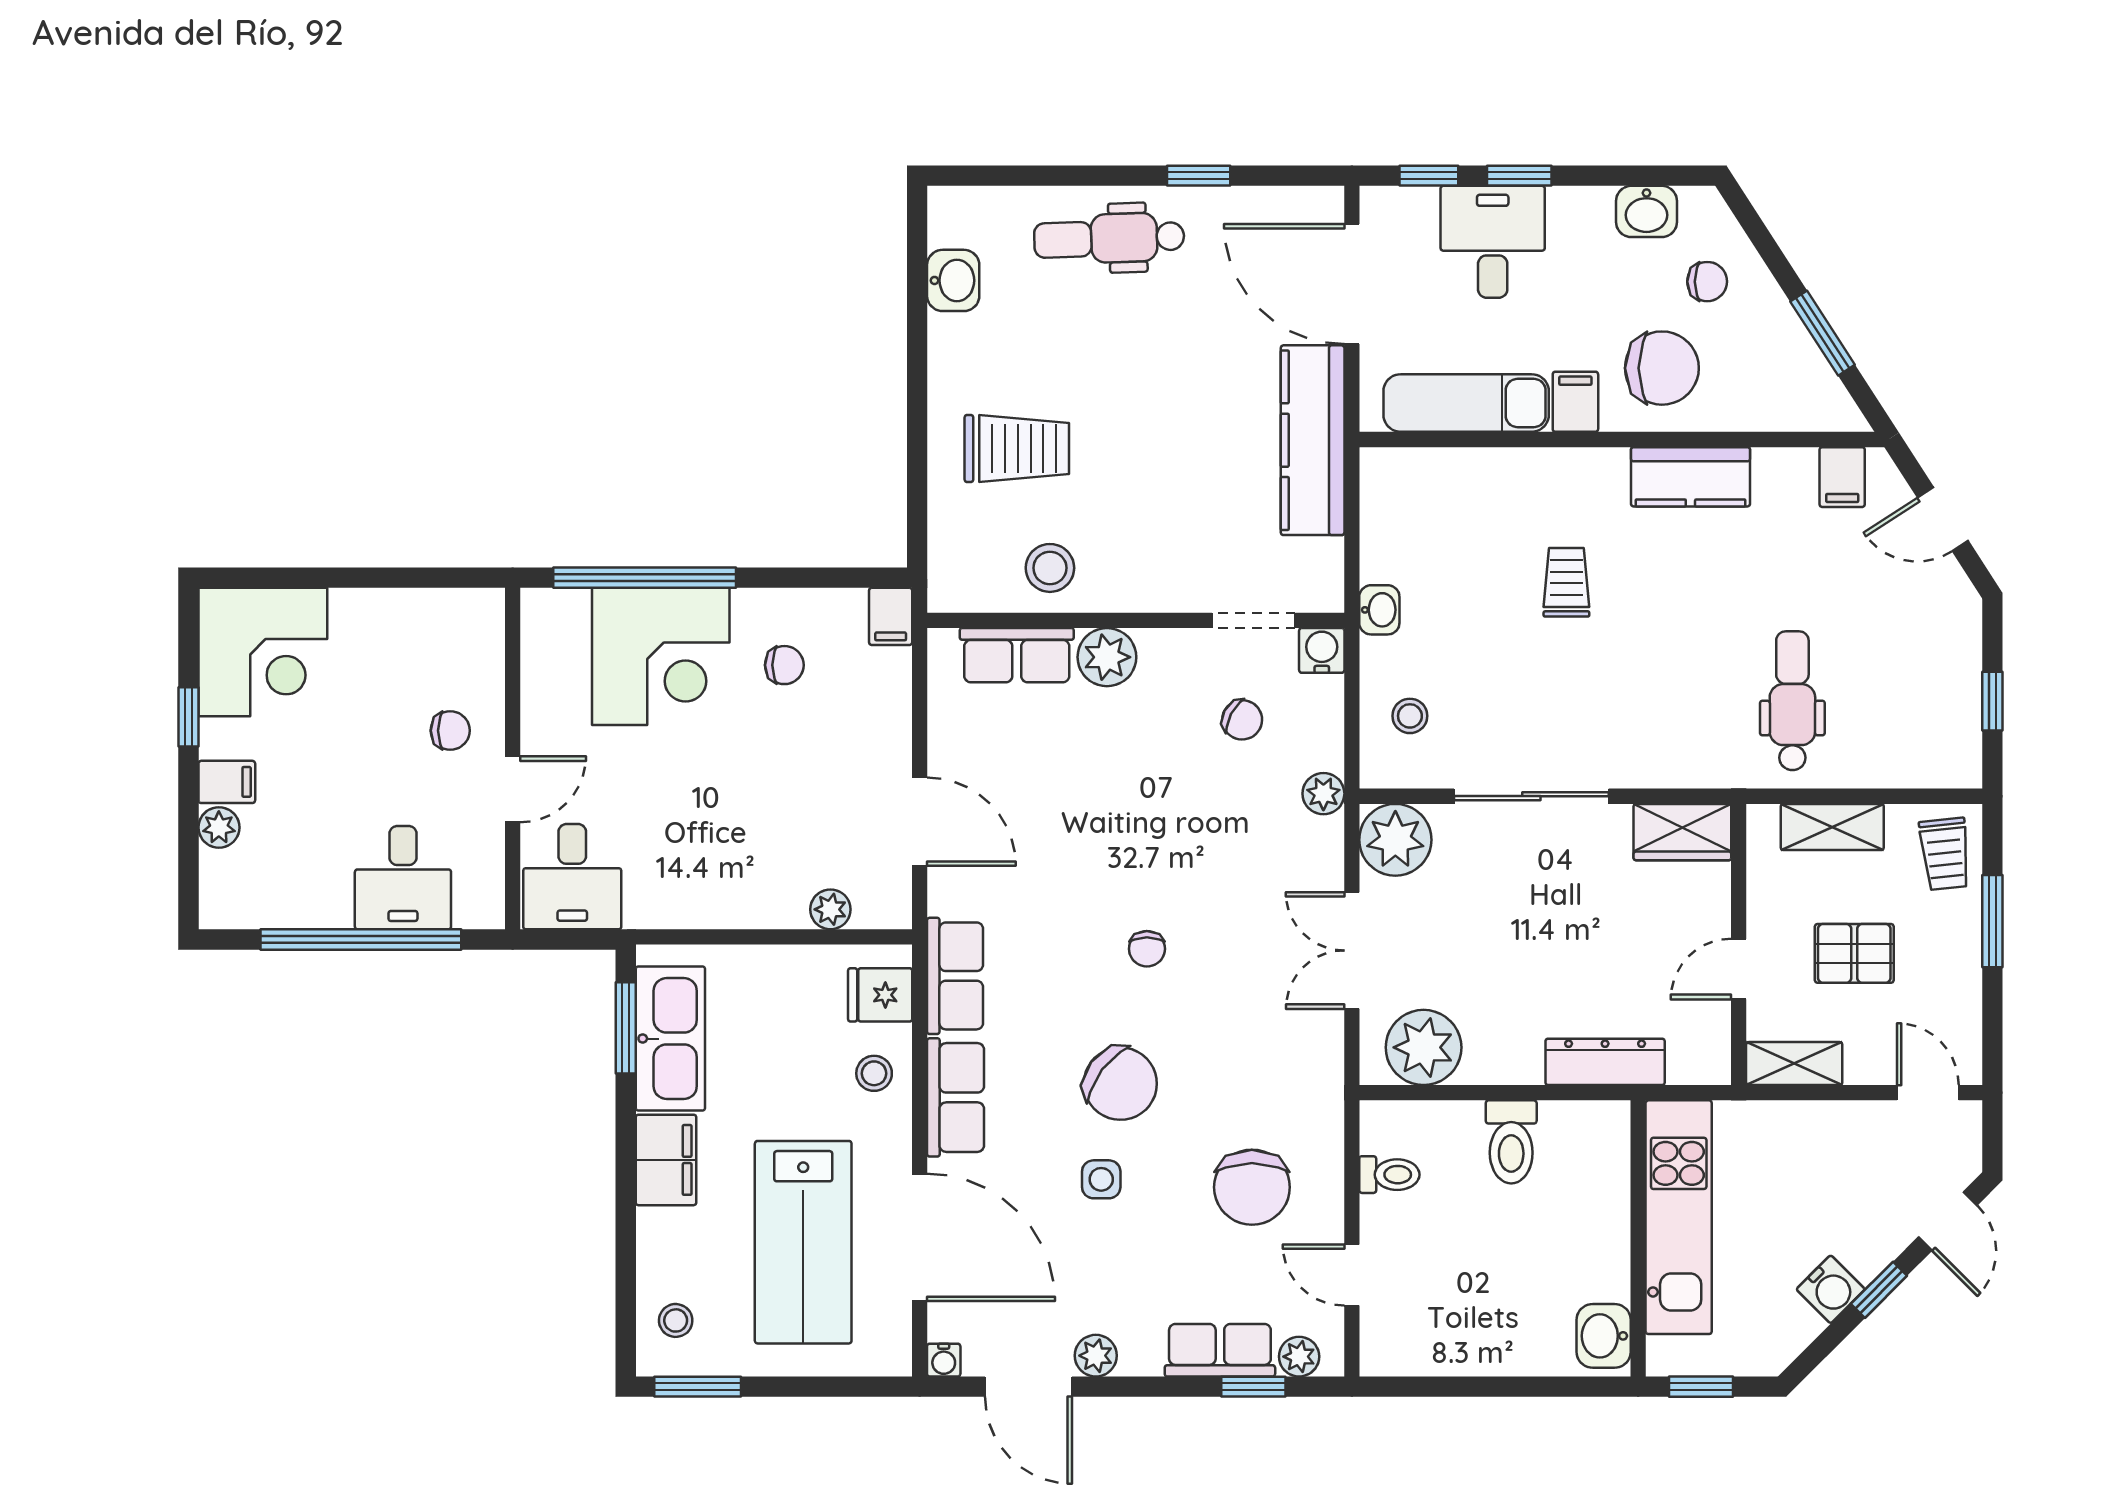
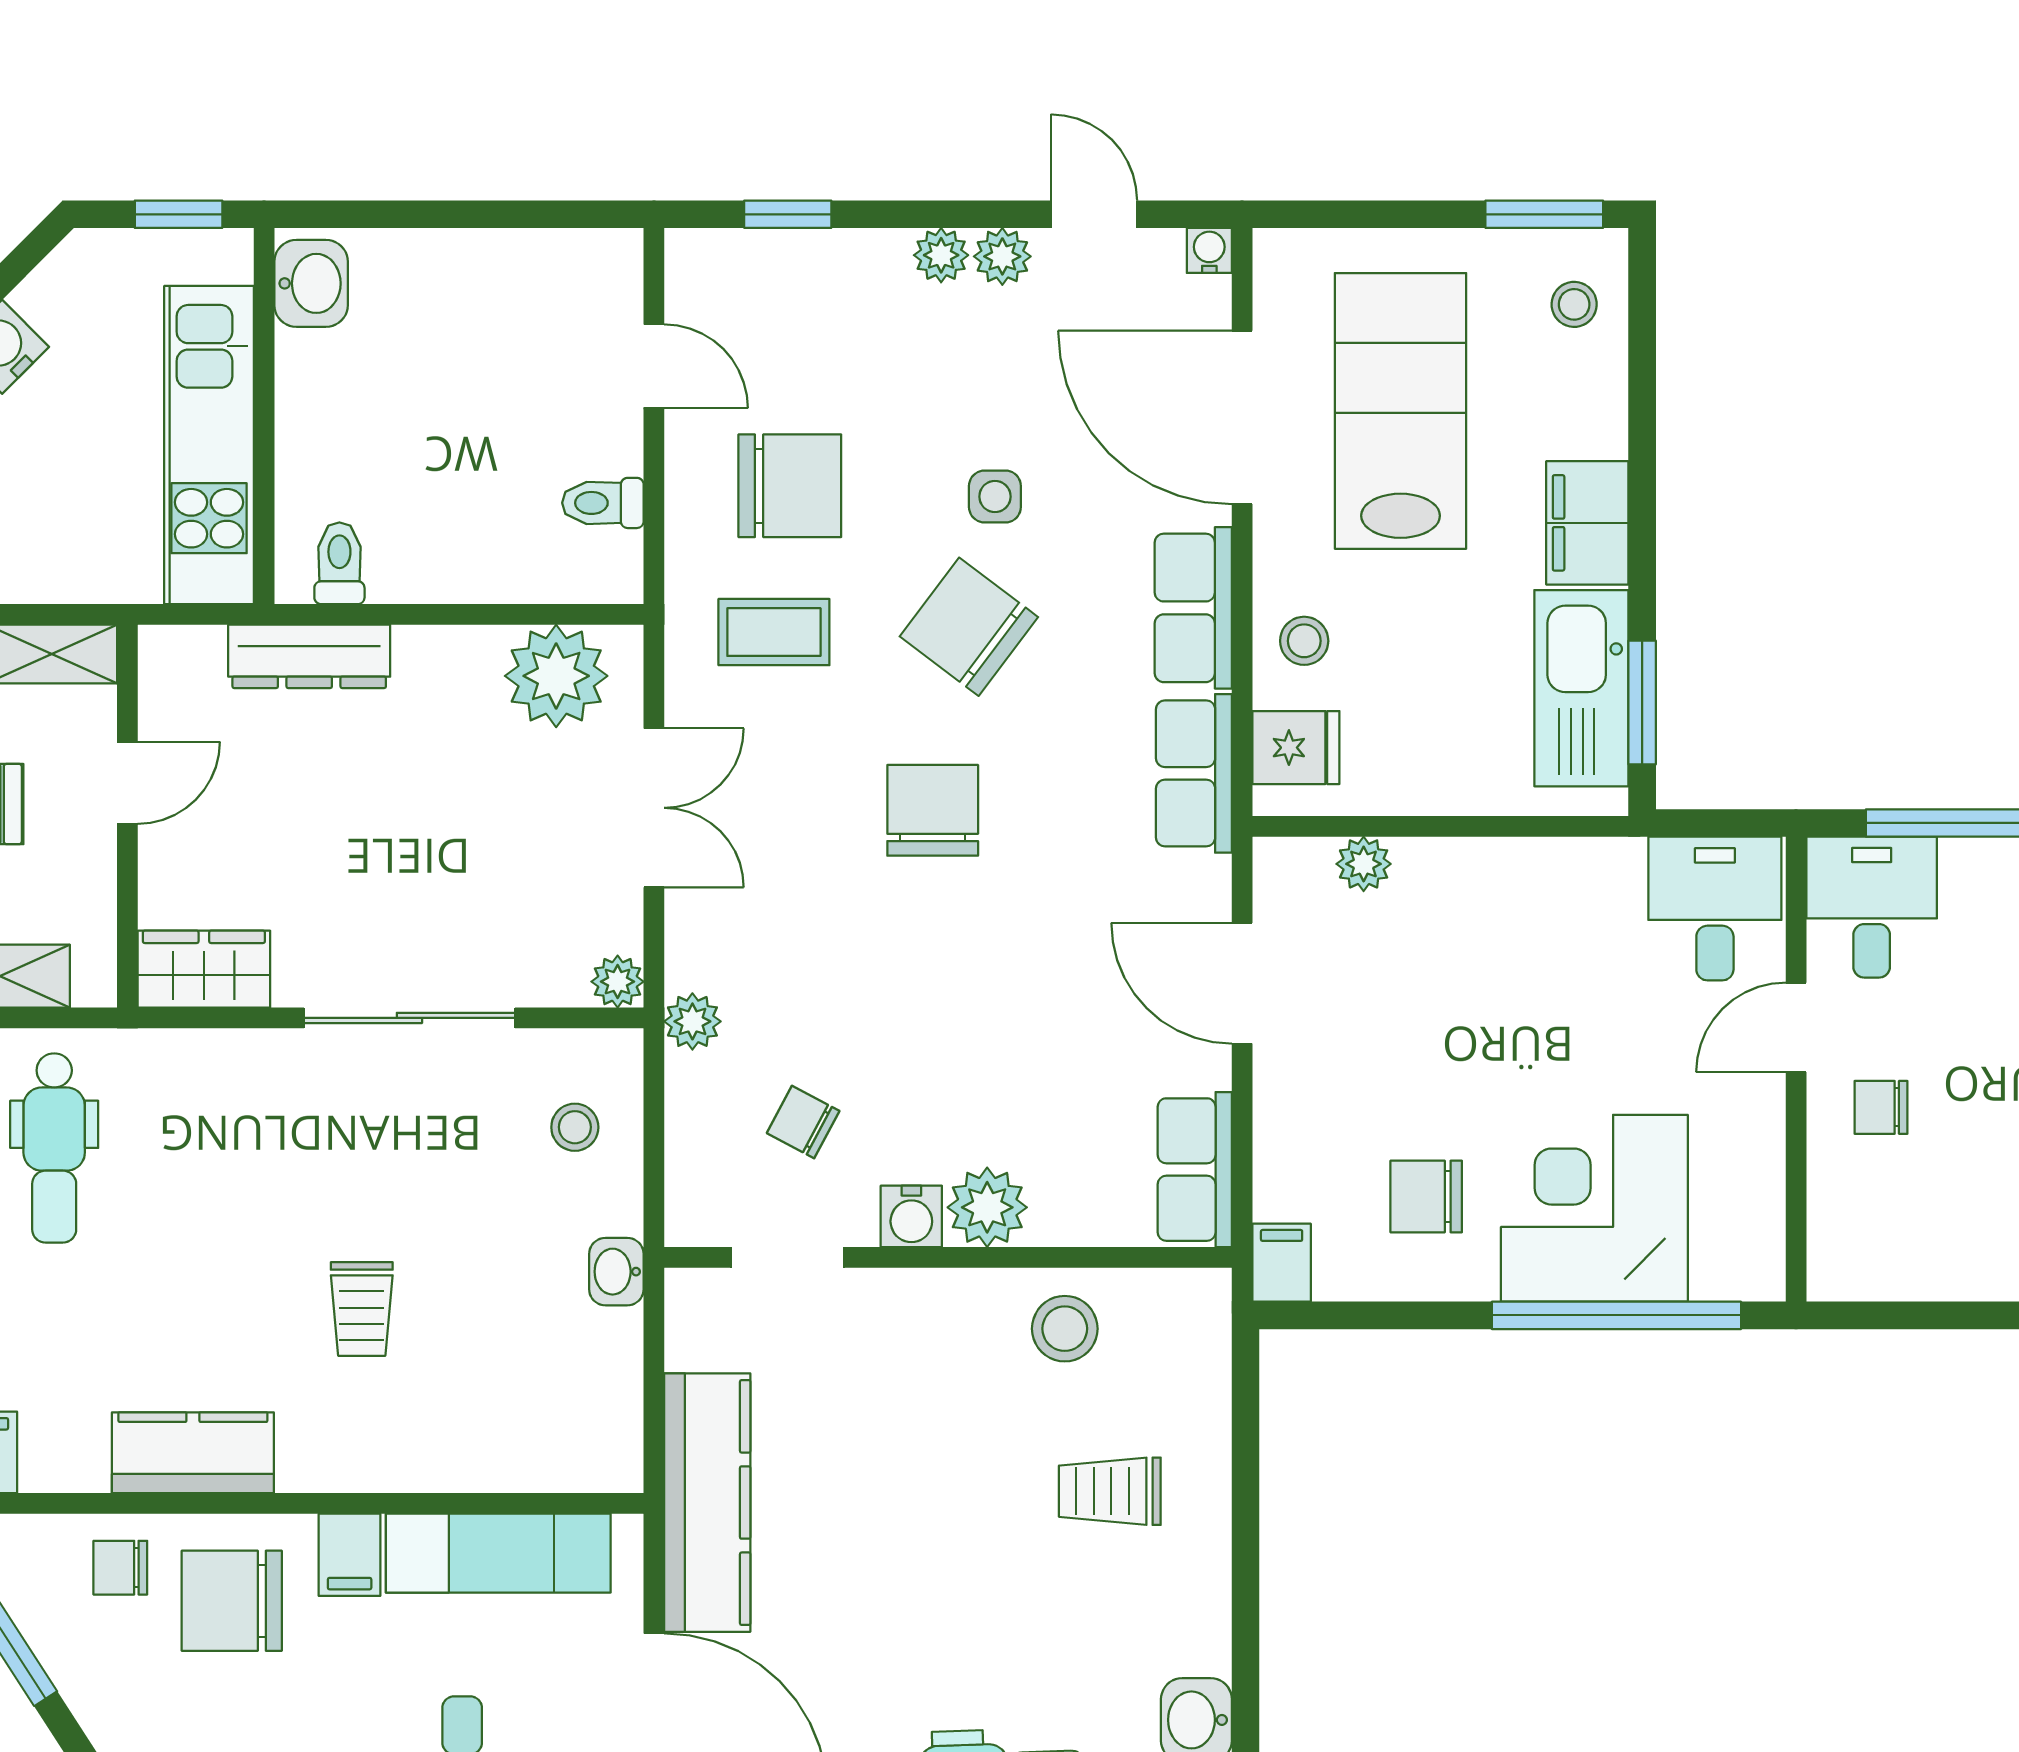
chair: (1707, 282) -> (120, 1568), moved
trolley: (1017, 449) -> (1110, 1491), width x0.73, depth x0.72
water cooler: (1322, 650) -> (911, 1216), moved
row of seats: (1017, 655) -> (1195, 1170), moved, turned -90
chair: (784, 665) -> (1426, 1196), width x1.37, depth x1.37
plant: (1395, 840) -> (618, 982), width x0.53, depth x0.53
desk: (403, 878) -> (1872, 907), moved
chair: (1147, 949) -> (933, 810), width x1.87, depth x1.87
coffee table: (1264, 1080) -> (774, 632), added
toilet: (1511, 1142) -> (339, 563), moved, width x0.73, depth x0.72
chair: (1252, 1187) -> (790, 486), turned 90
row of seats: (1220, 1350) -> (833, 264), removed
plant: (1299, 1357) -> (941, 255), moved
door: (1028, 1387) -> (1094, 214), width x0.73

